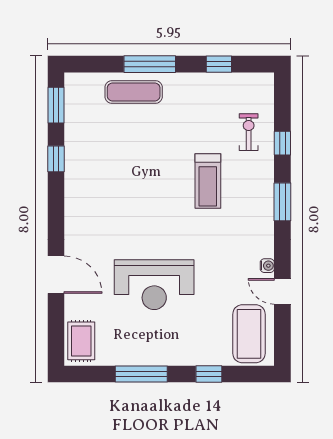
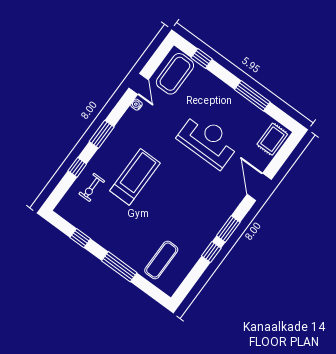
exercise mat: (134, 92) -> (161, 260), moved, turned 90
window: (56, 105) -> (228, 229), moved
treadmill: (208, 181) -> (135, 177), width x1.37, depth x1.38
window: (209, 374) -> (202, 58), moved

